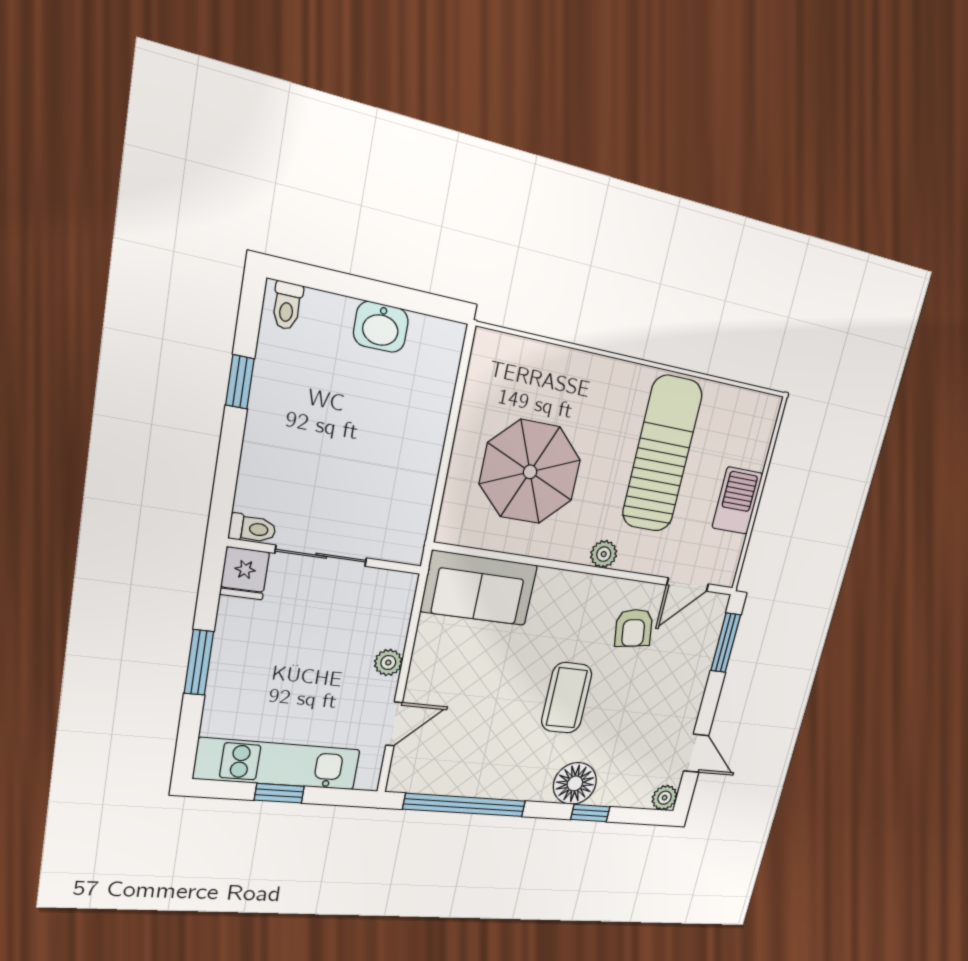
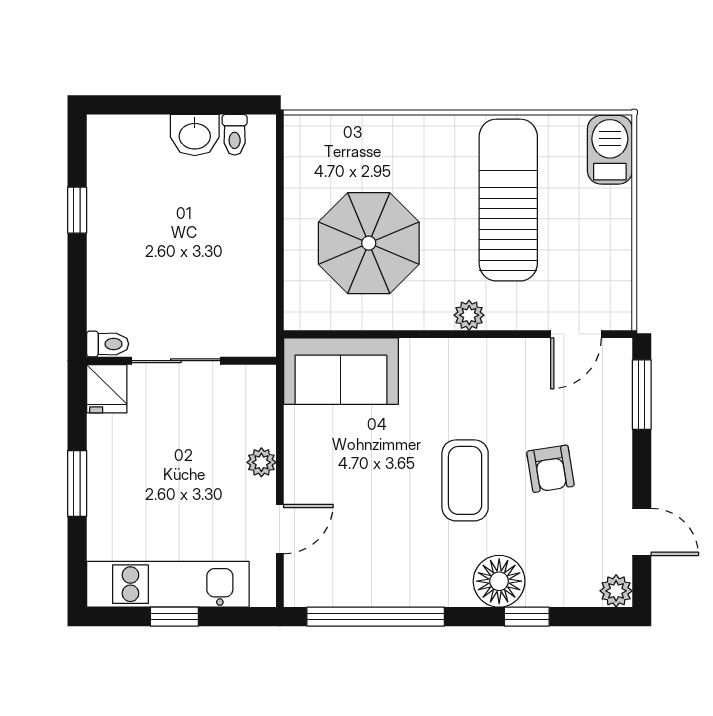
toilet: (287, 306) -> (235, 135), moved
barbecue: (737, 501) -> (610, 150), moved
armchair: (634, 628) -> (550, 469), moved

